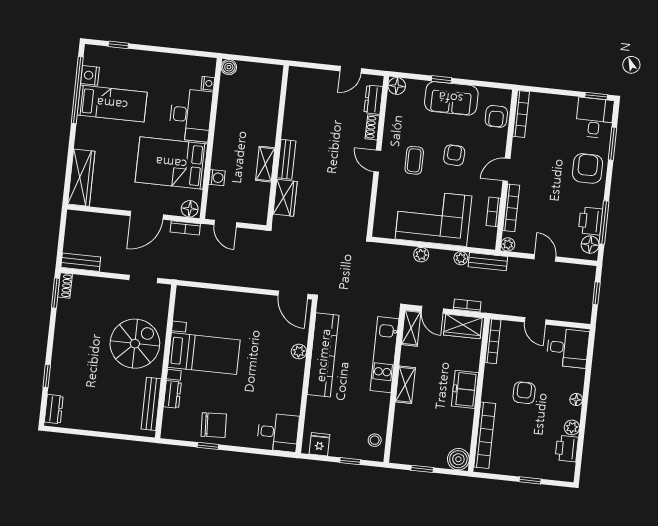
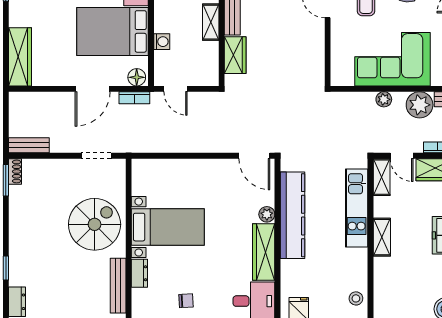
plant: (461, 258) -> (420, 105), width x1.88, depth x1.88
wardrobe: (292, 387) -> (264, 252), added
chair: (214, 425) -> (186, 301), width x0.54, depth x0.54

